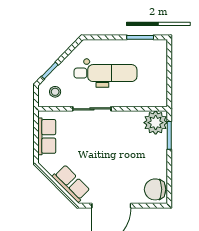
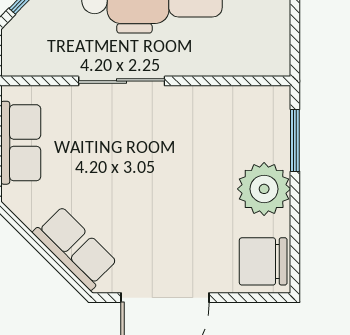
stool: (55, 92) -> (39, 43), removed
plant: (156, 123) -> (264, 189), moved

